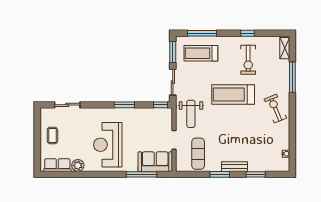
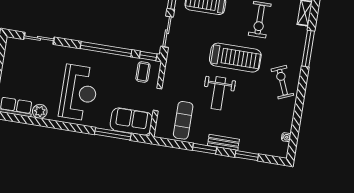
treadmill: (233, 94) -> (235, 58), turned 180
window: (124, 105) -> (106, 49), width x2.11
weight bench: (191, 114) -> (218, 93), moved
coffee table: (52, 136) -> (143, 72), moved
reception desk: (108, 145) -> (79, 93), turned 180

